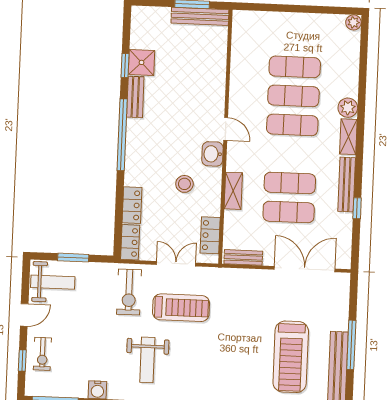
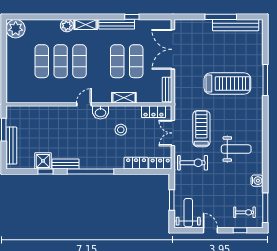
bench: (200, 16) -> (11, 146), moved
plant: (353, 22) -> (16, 29), width x1.87, depth x1.87
exercise bike: (42, 354) -> (245, 212), moved
treadmill: (291, 357) -> (227, 84), moved

